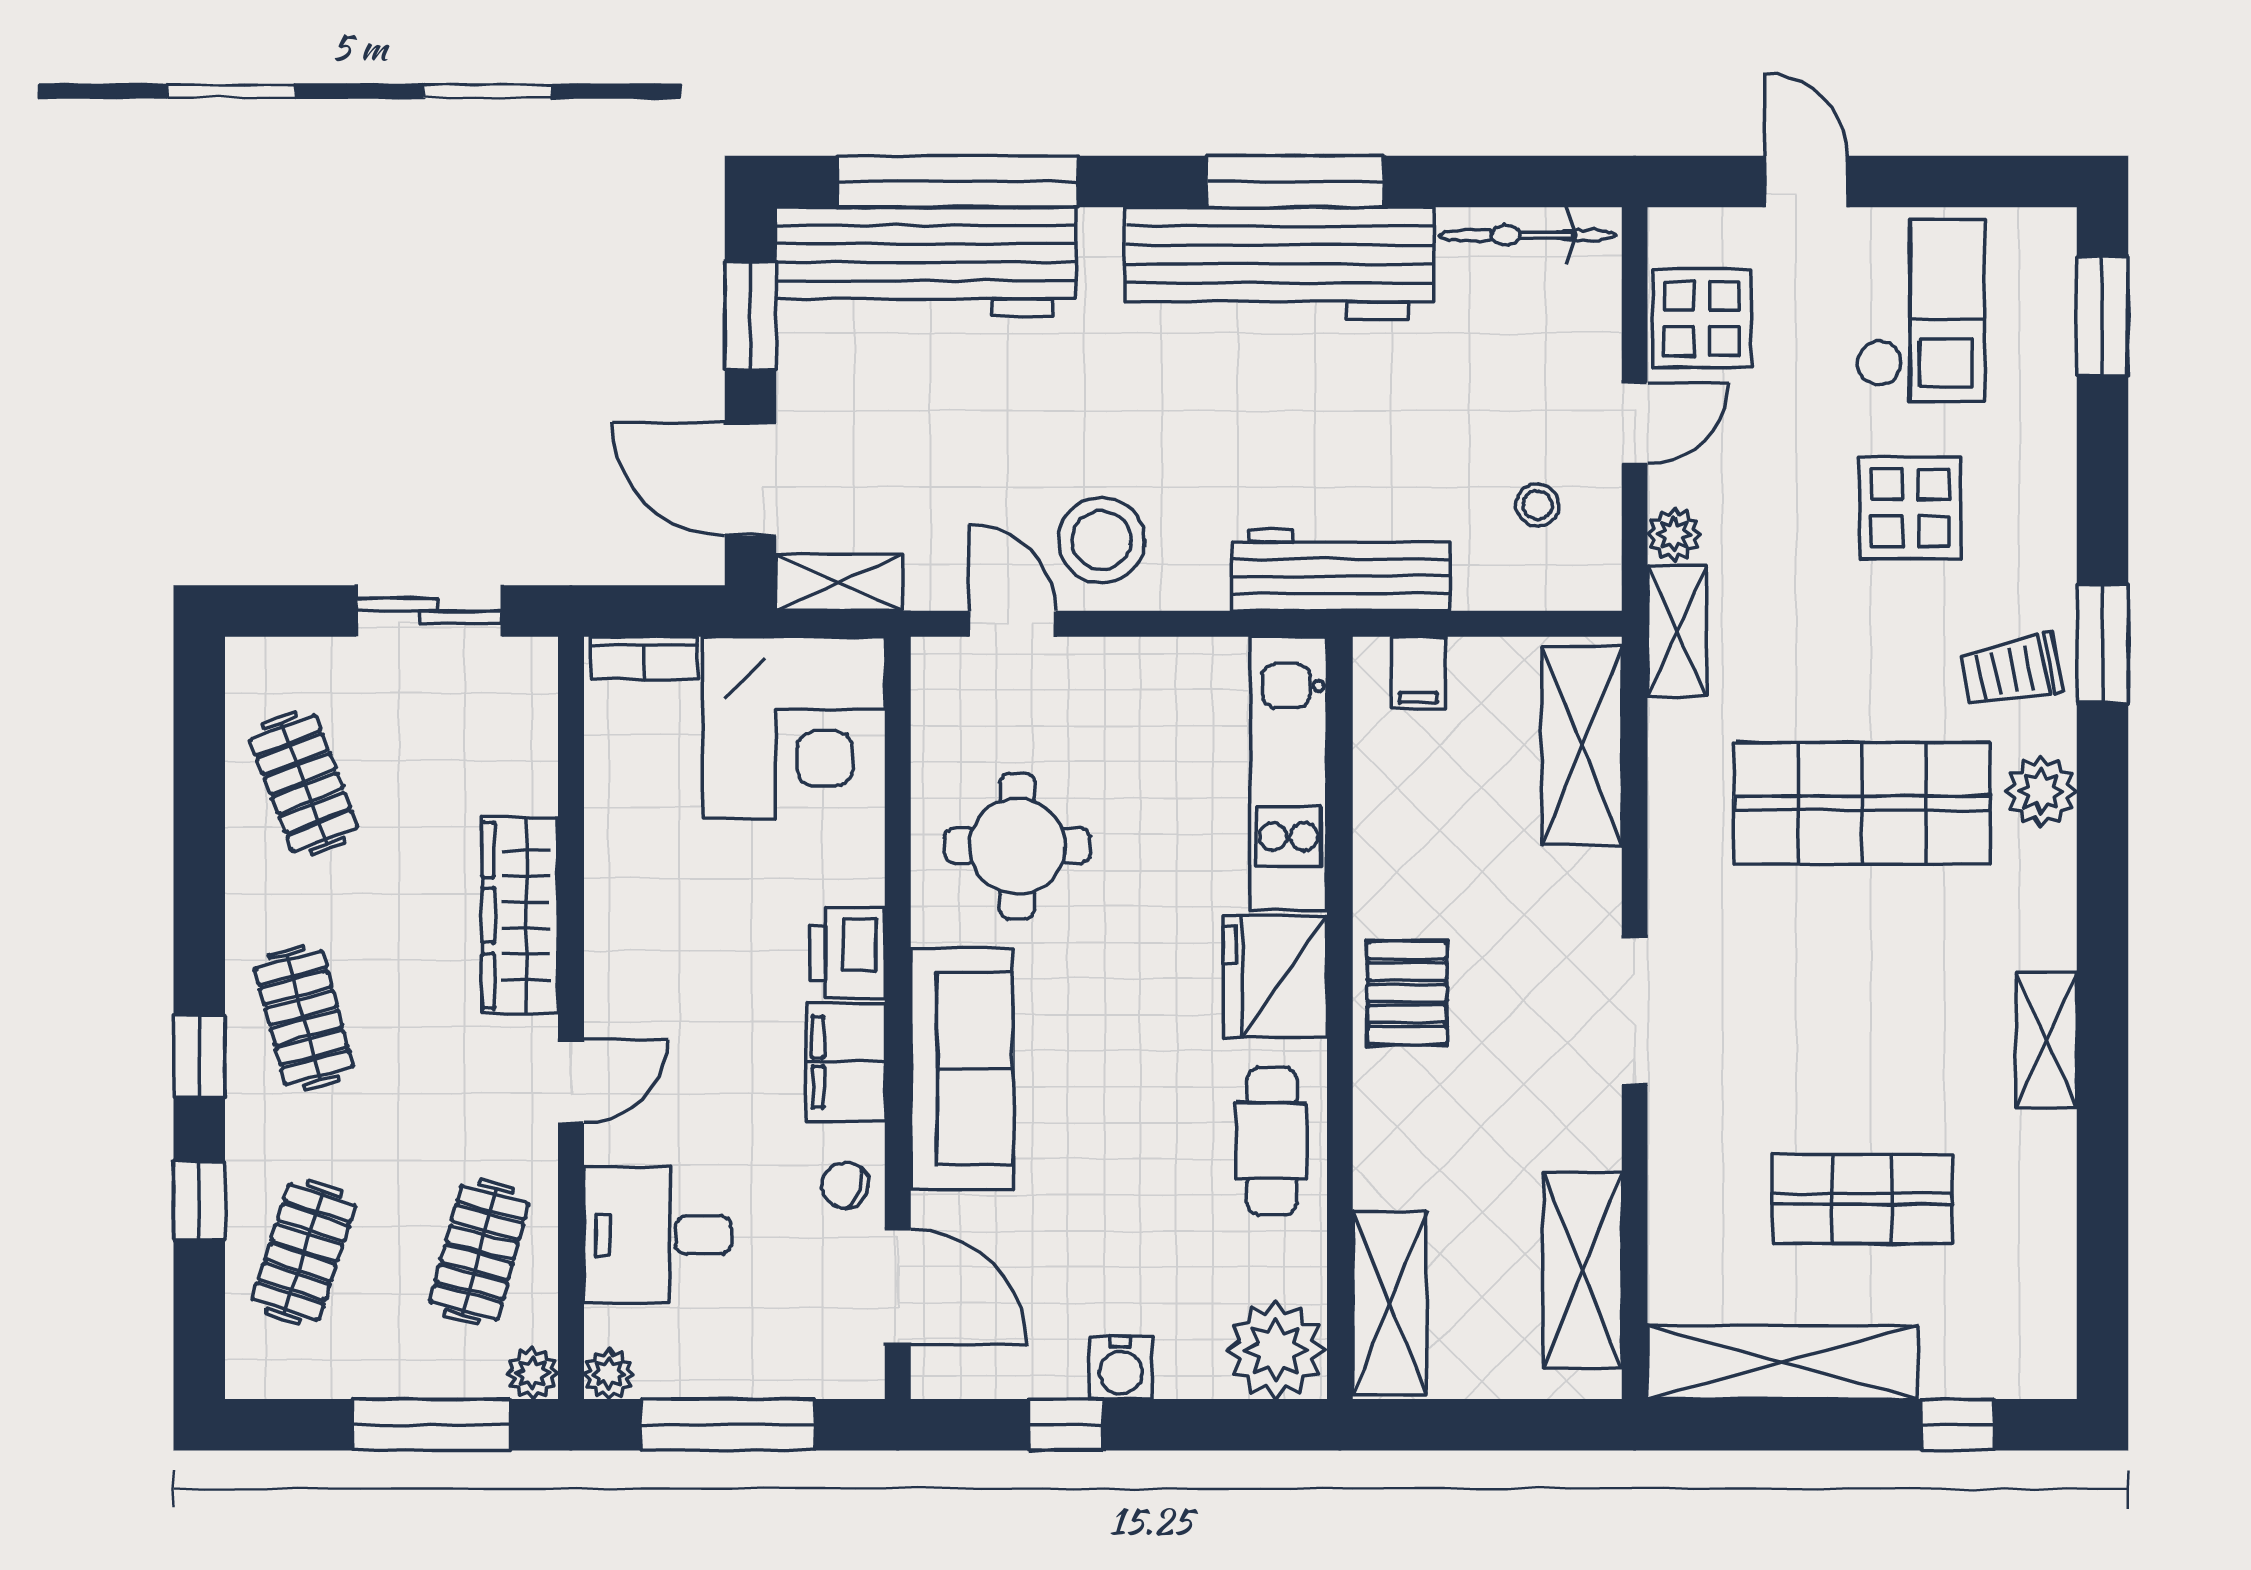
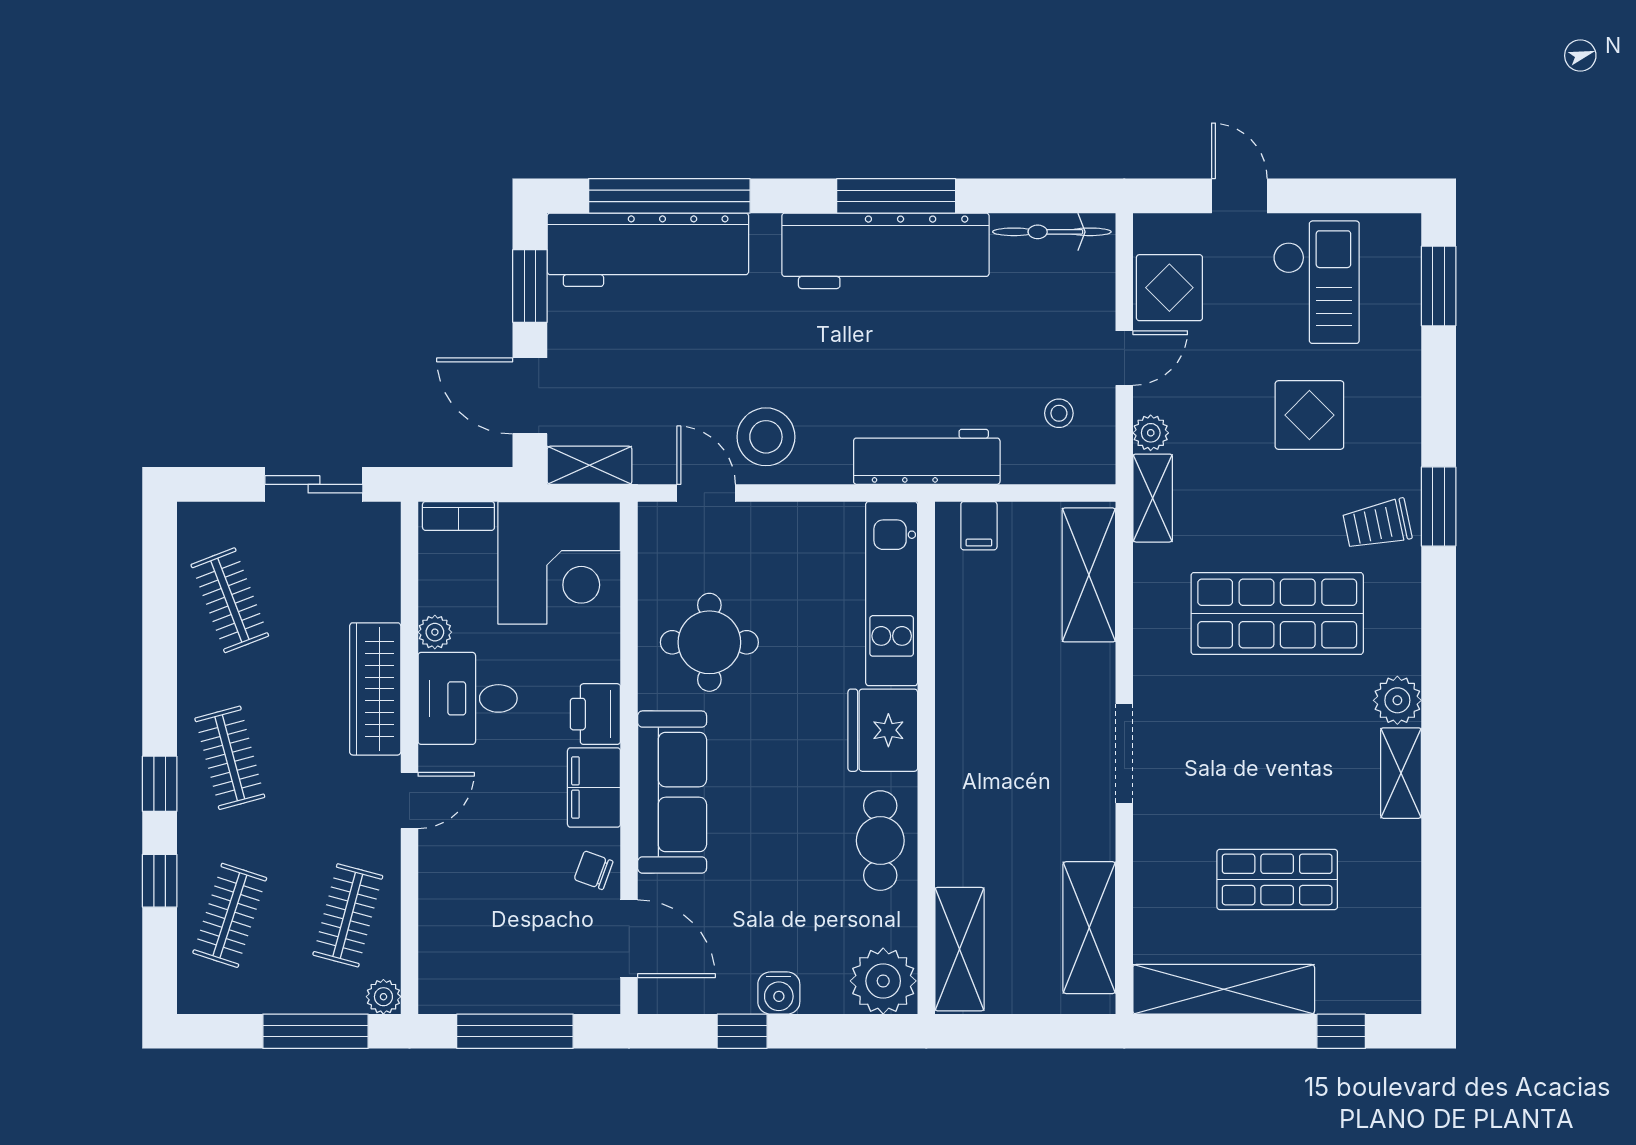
plant: (2041, 791) -> (1397, 700), moved
pallet: (1407, 993) -> (971, 741), removed
desk: (658, 1235) -> (468, 698), moved
plant: (609, 1374) -> (435, 632), moved

